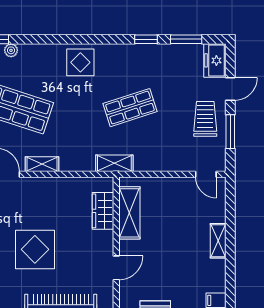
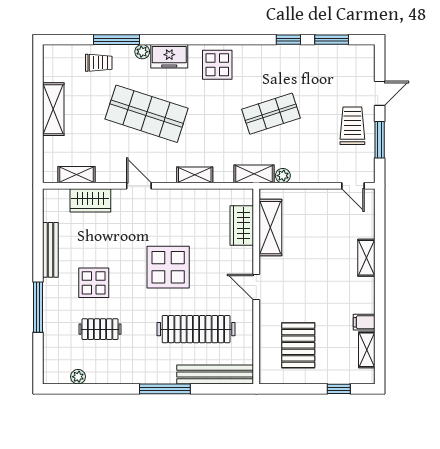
freezer: (215, 60) -> (169, 56), moved, turned -90
shelving: (42, 164) -> (195, 175), moved
plant: (141, 165) -> (283, 176), added
door: (116, 268) -> (256, 287), swing flipped

